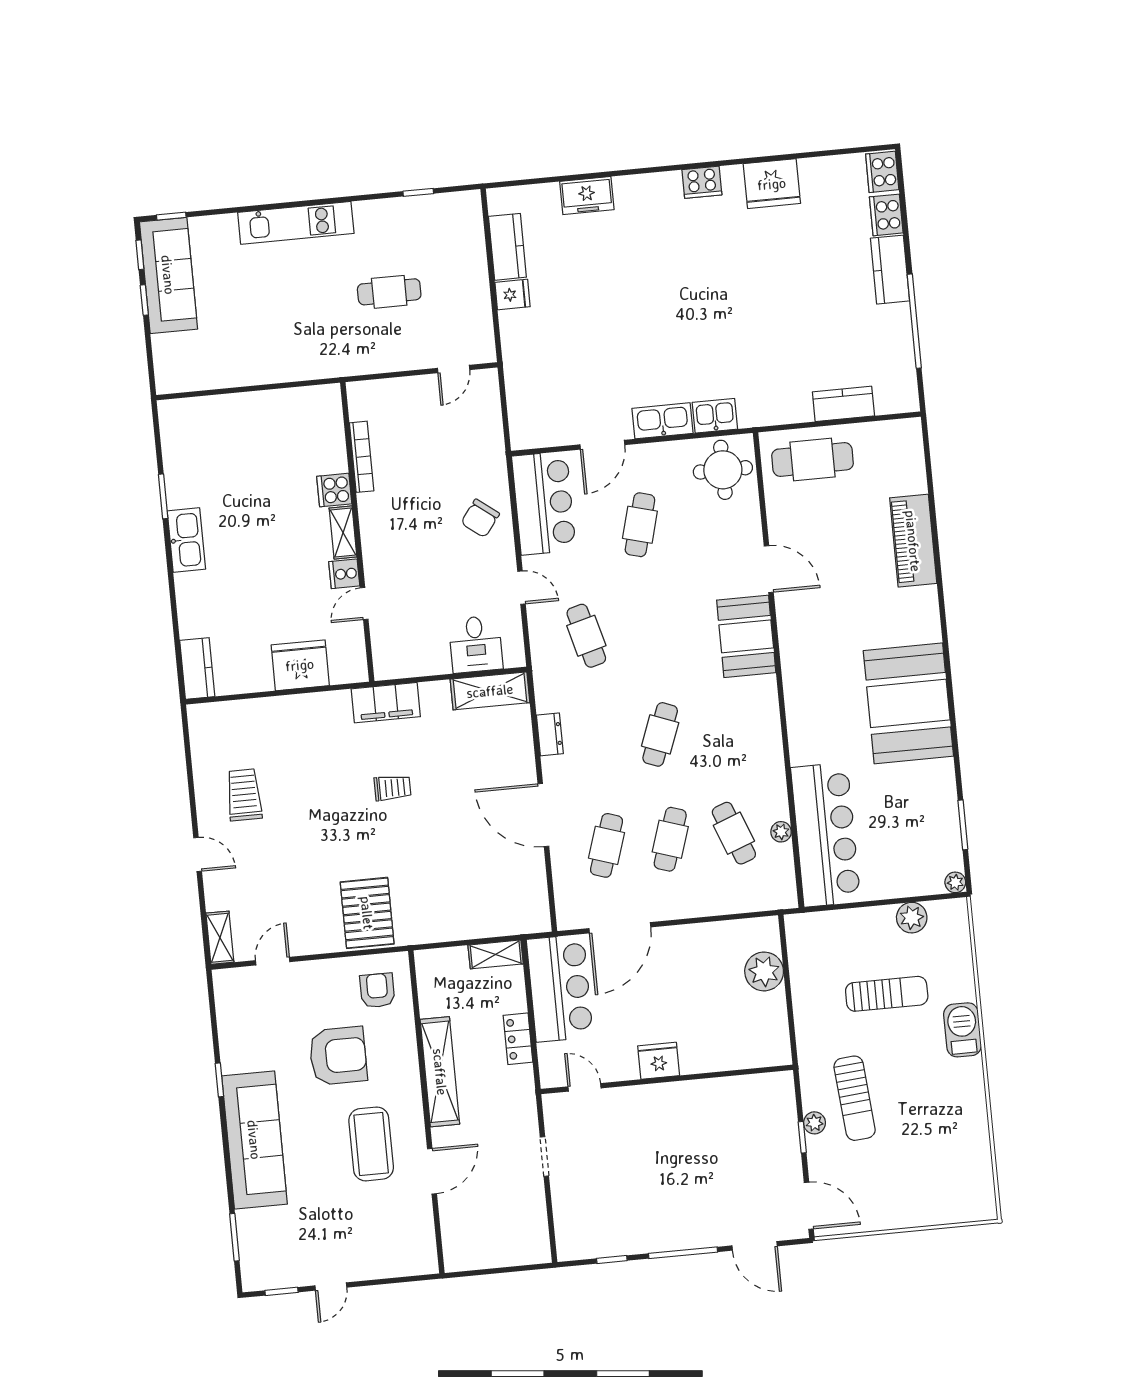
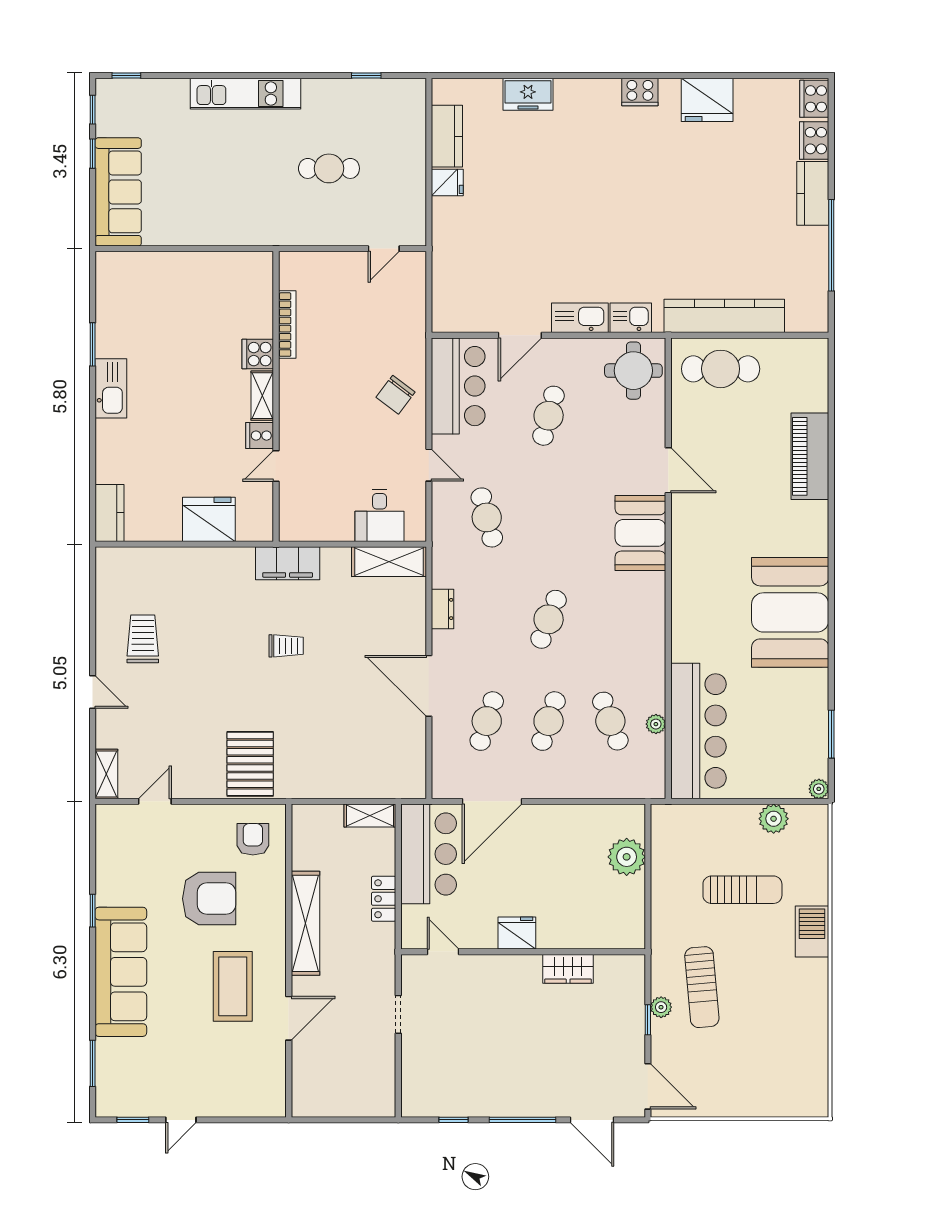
sofa: (168, 275) -> (118, 192), moved
kitchen counter: (843, 404) -> (724, 316), width x2.08, depth x1.17
wardrobe: (715, 1093) -> (568, 969), added

